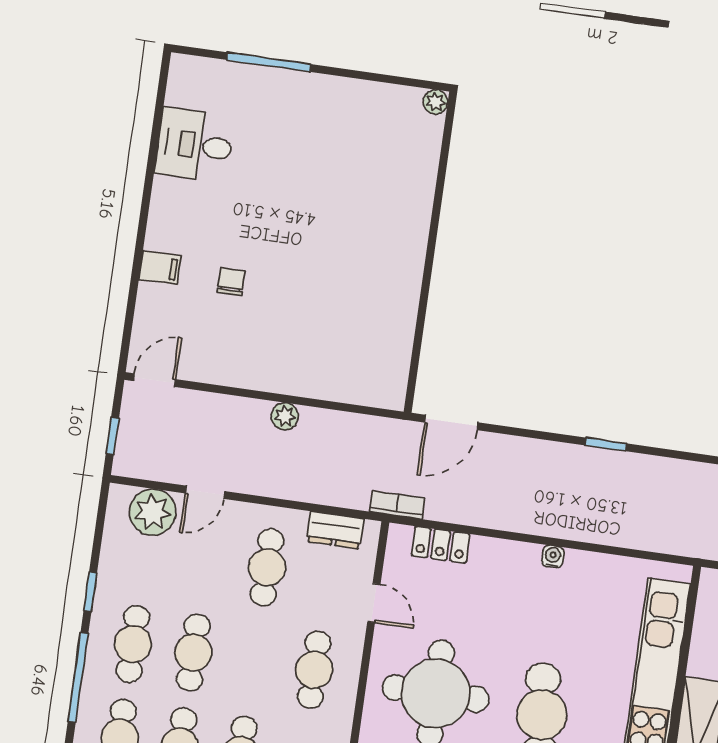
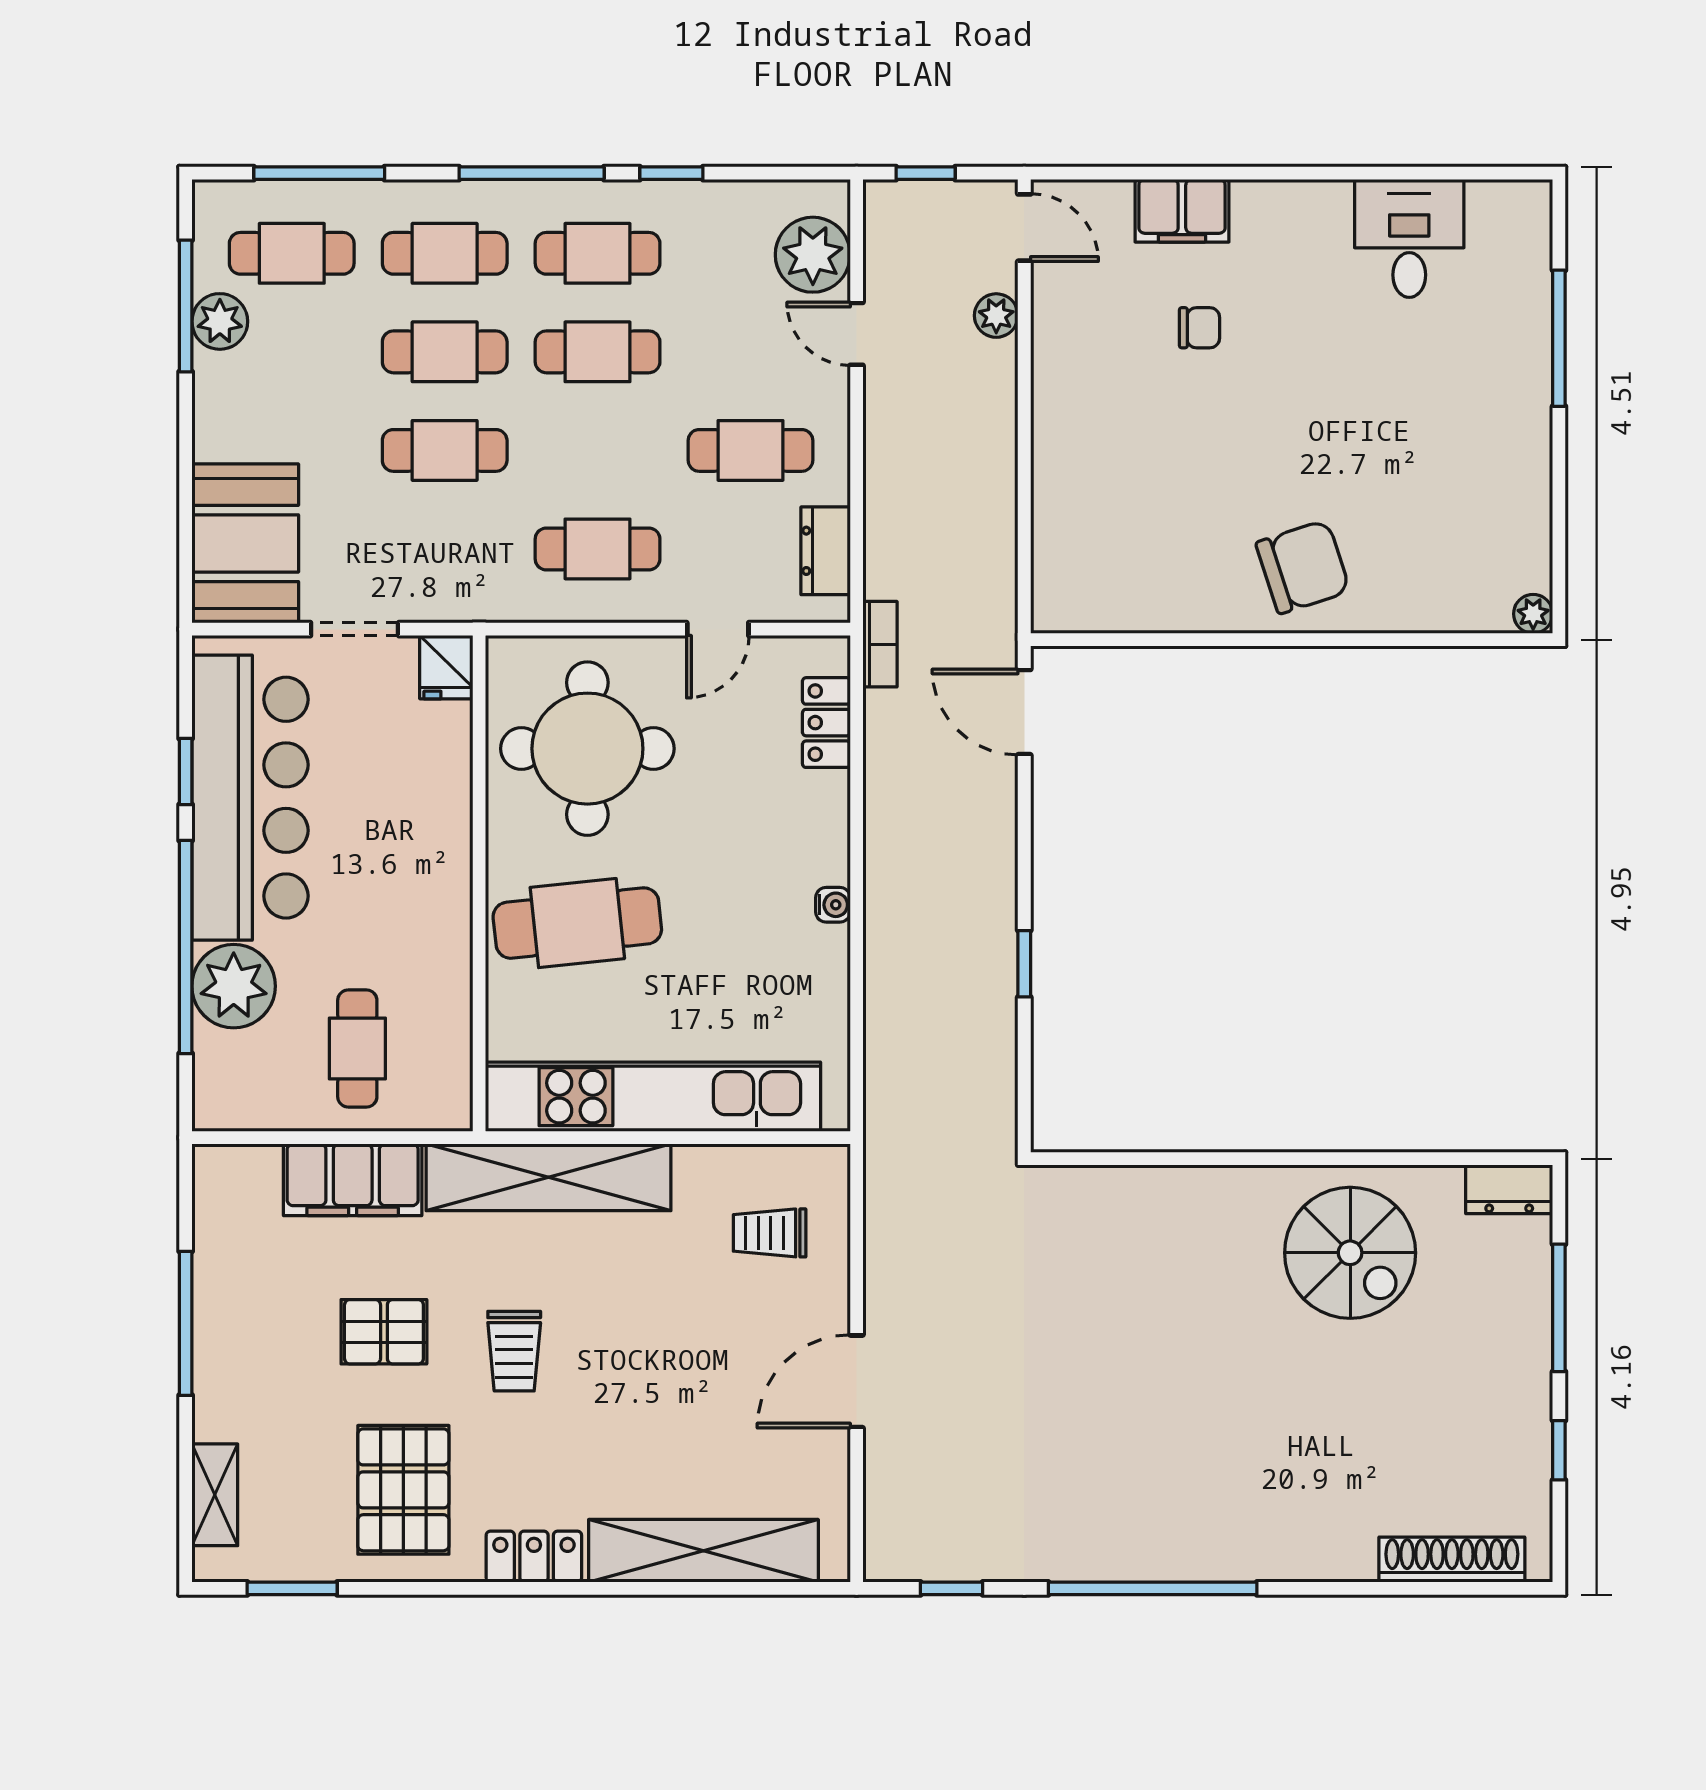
chair: (387, 239) -> (1303, 567), added
filing cabinet: (160, 268) -> (1182, 211), width x2.00
plant: (285, 416) -> (996, 316), moved

